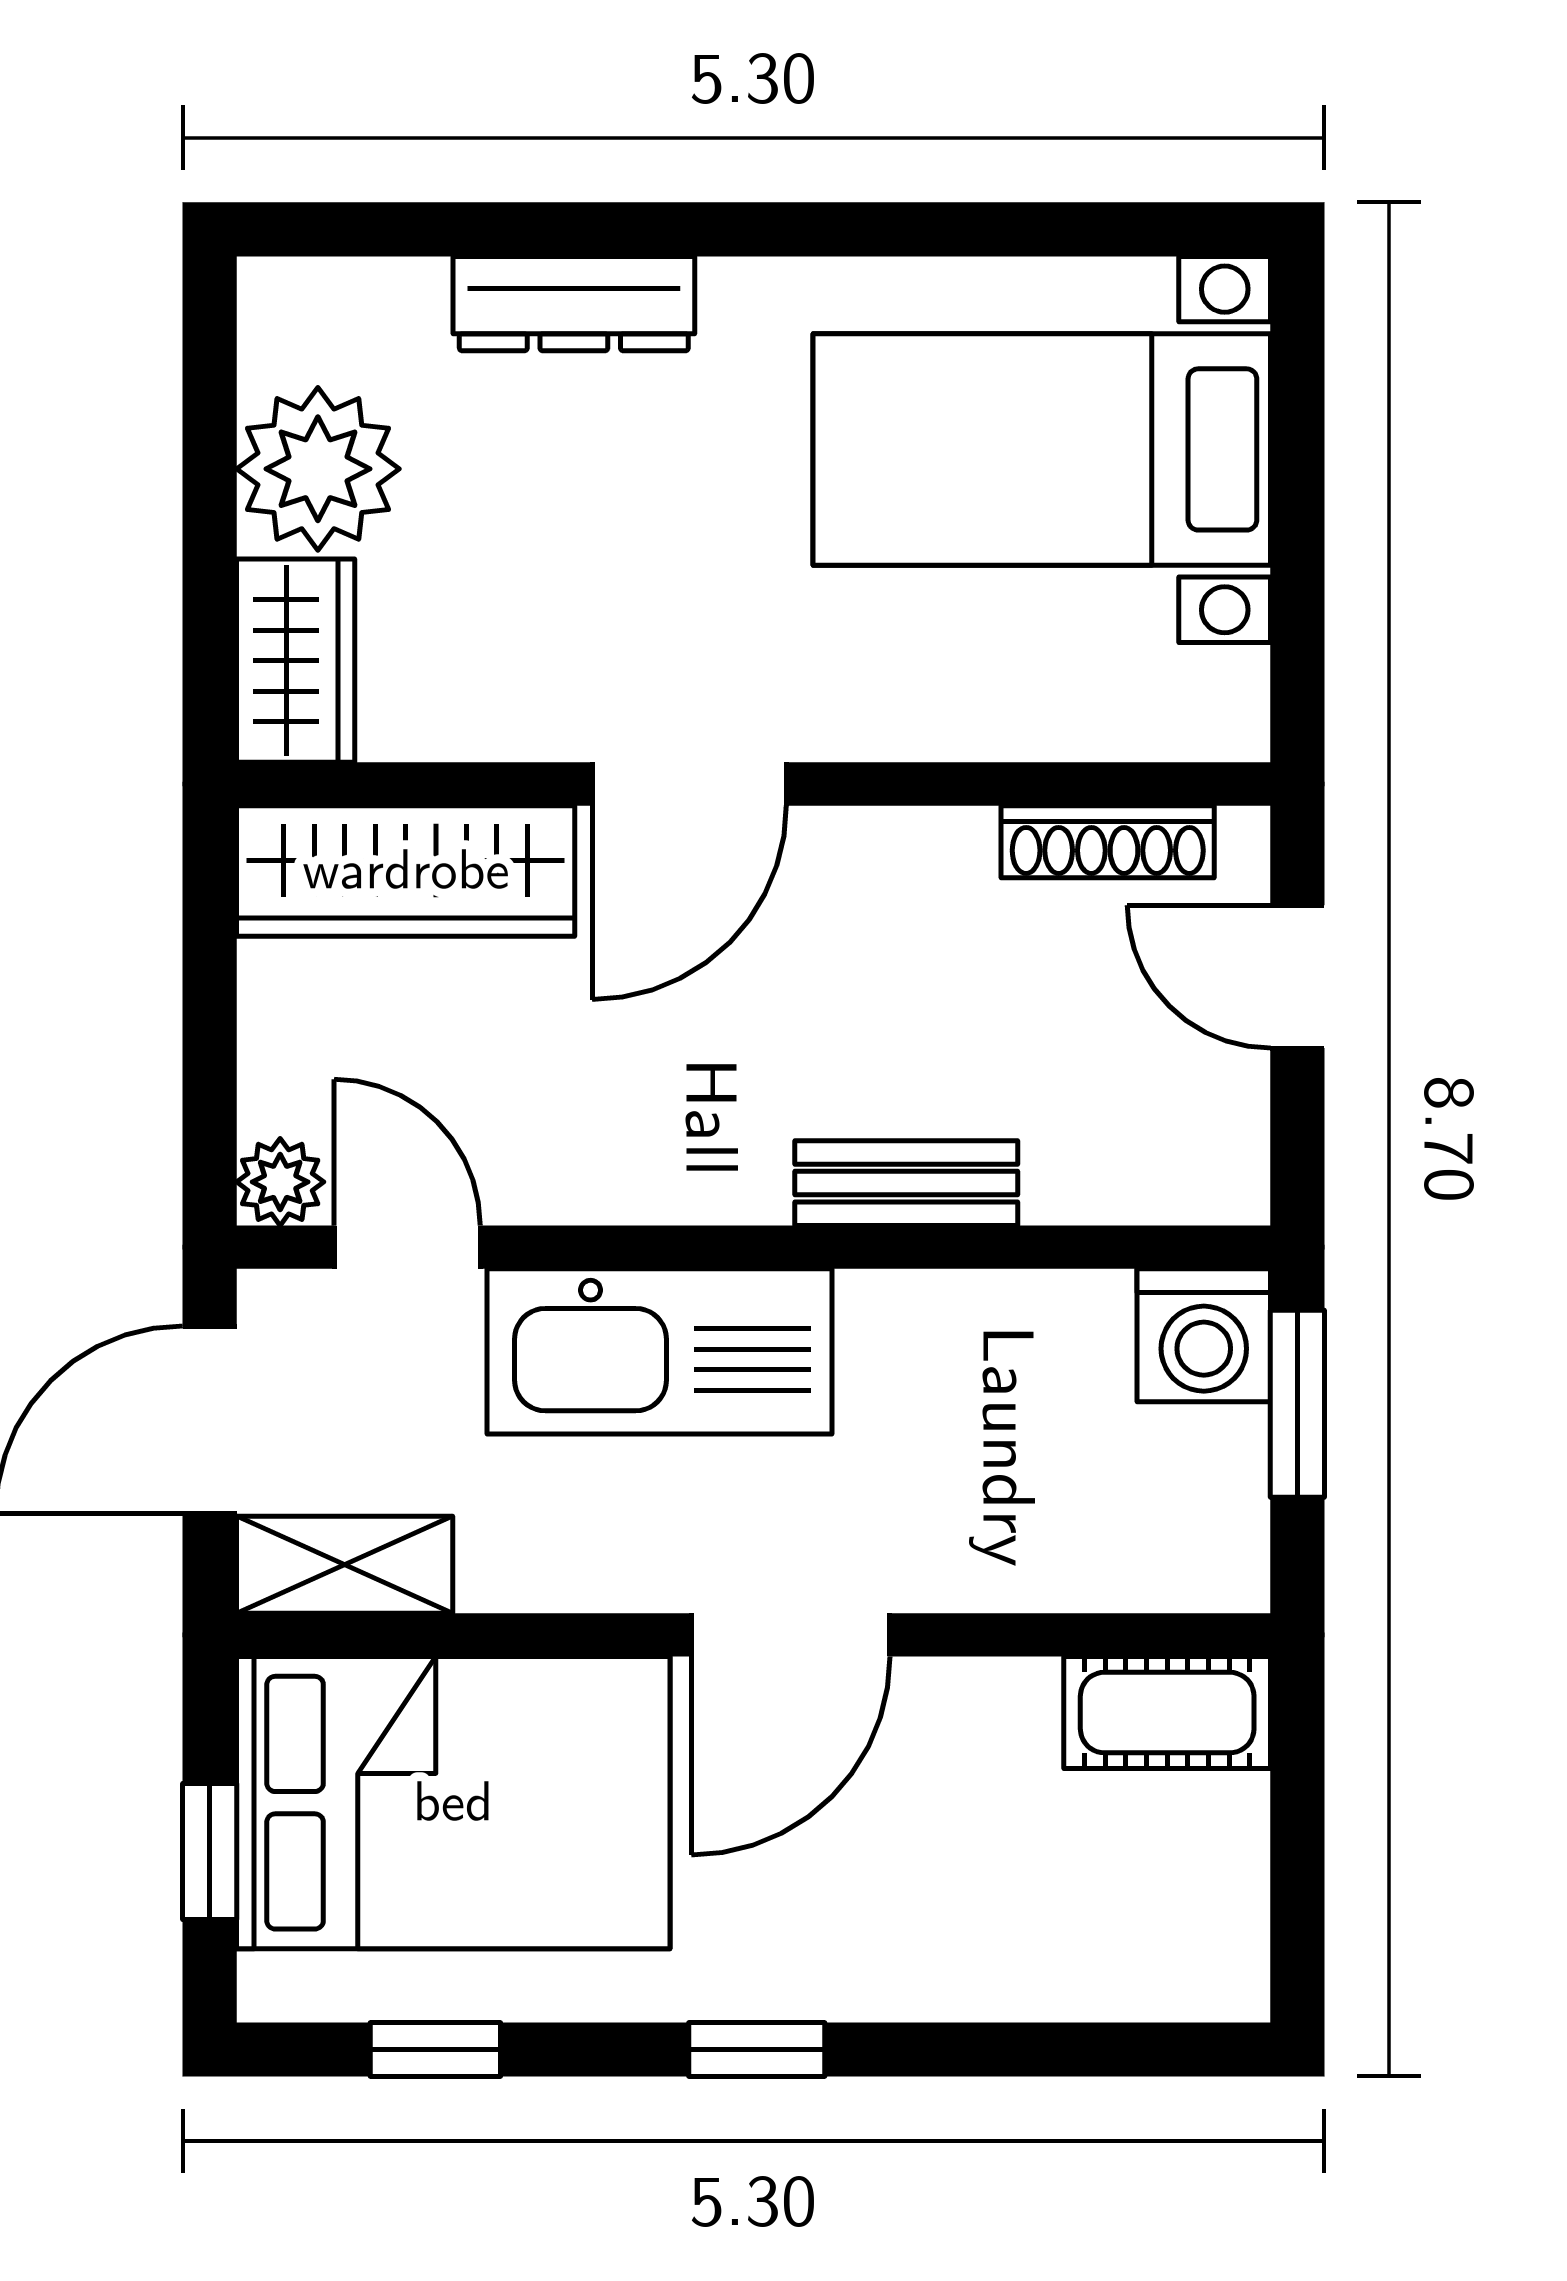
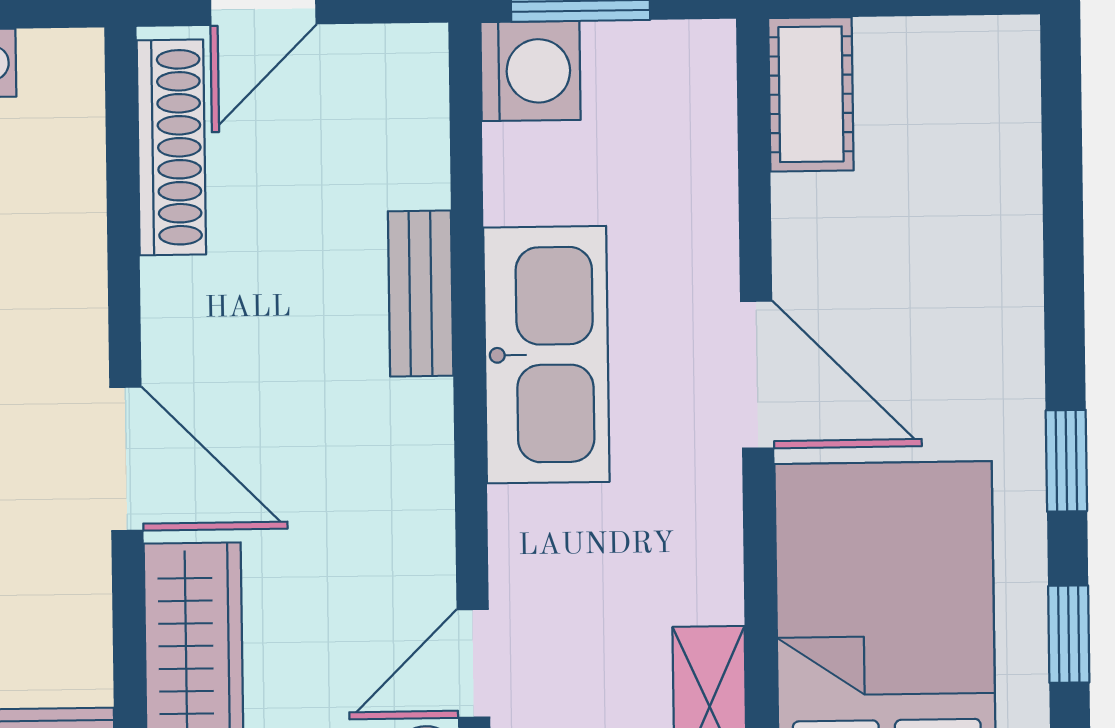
shoe rack: (1108, 842) -> (171, 147), width x1.36, depth x1.24
kitchen sink: (659, 1351) -> (546, 355), moved
window: (757, 2050) -> (1066, 461), moved

